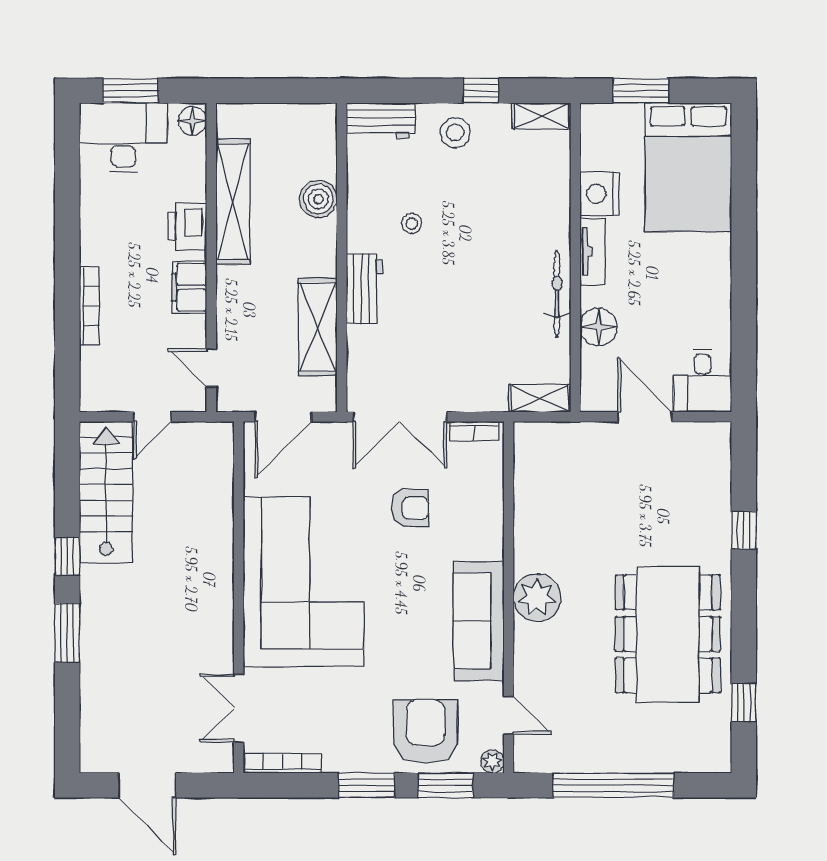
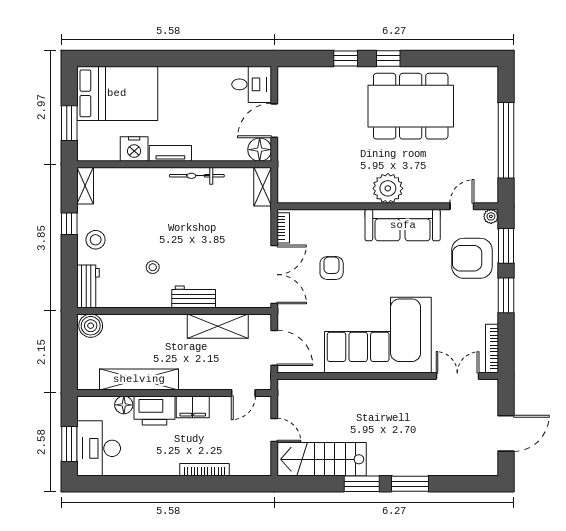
floor lamp: (192, 121) -> (124, 405), moved
boiler: (318, 199) -> (91, 326), moved
printer: (187, 226) -> (155, 411), width x1.37, depth x1.19
floor lamp: (599, 327) -> (260, 150), moved
window: (67, 556) -> (362, 484), width x1.50
window: (744, 703) -> (388, 58), moved
double door: (239, 708) -> (457, 376), swing flipped

